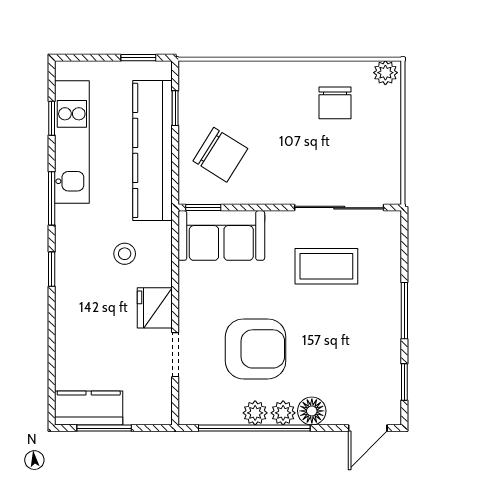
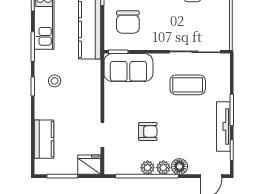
chair: (220, 155) -> (128, 22), turned 58
stool: (125, 254) -> (55, 81), moved
fridge: (155, 308) -> (89, 165), moved, turned 90
tv unit: (389, 340) -> (223, 126), added
armchair: (256, 349) -> (148, 131), width x0.53, depth x0.53
kitchen counter: (89, 408) -> (44, 139), moved, turned 90

